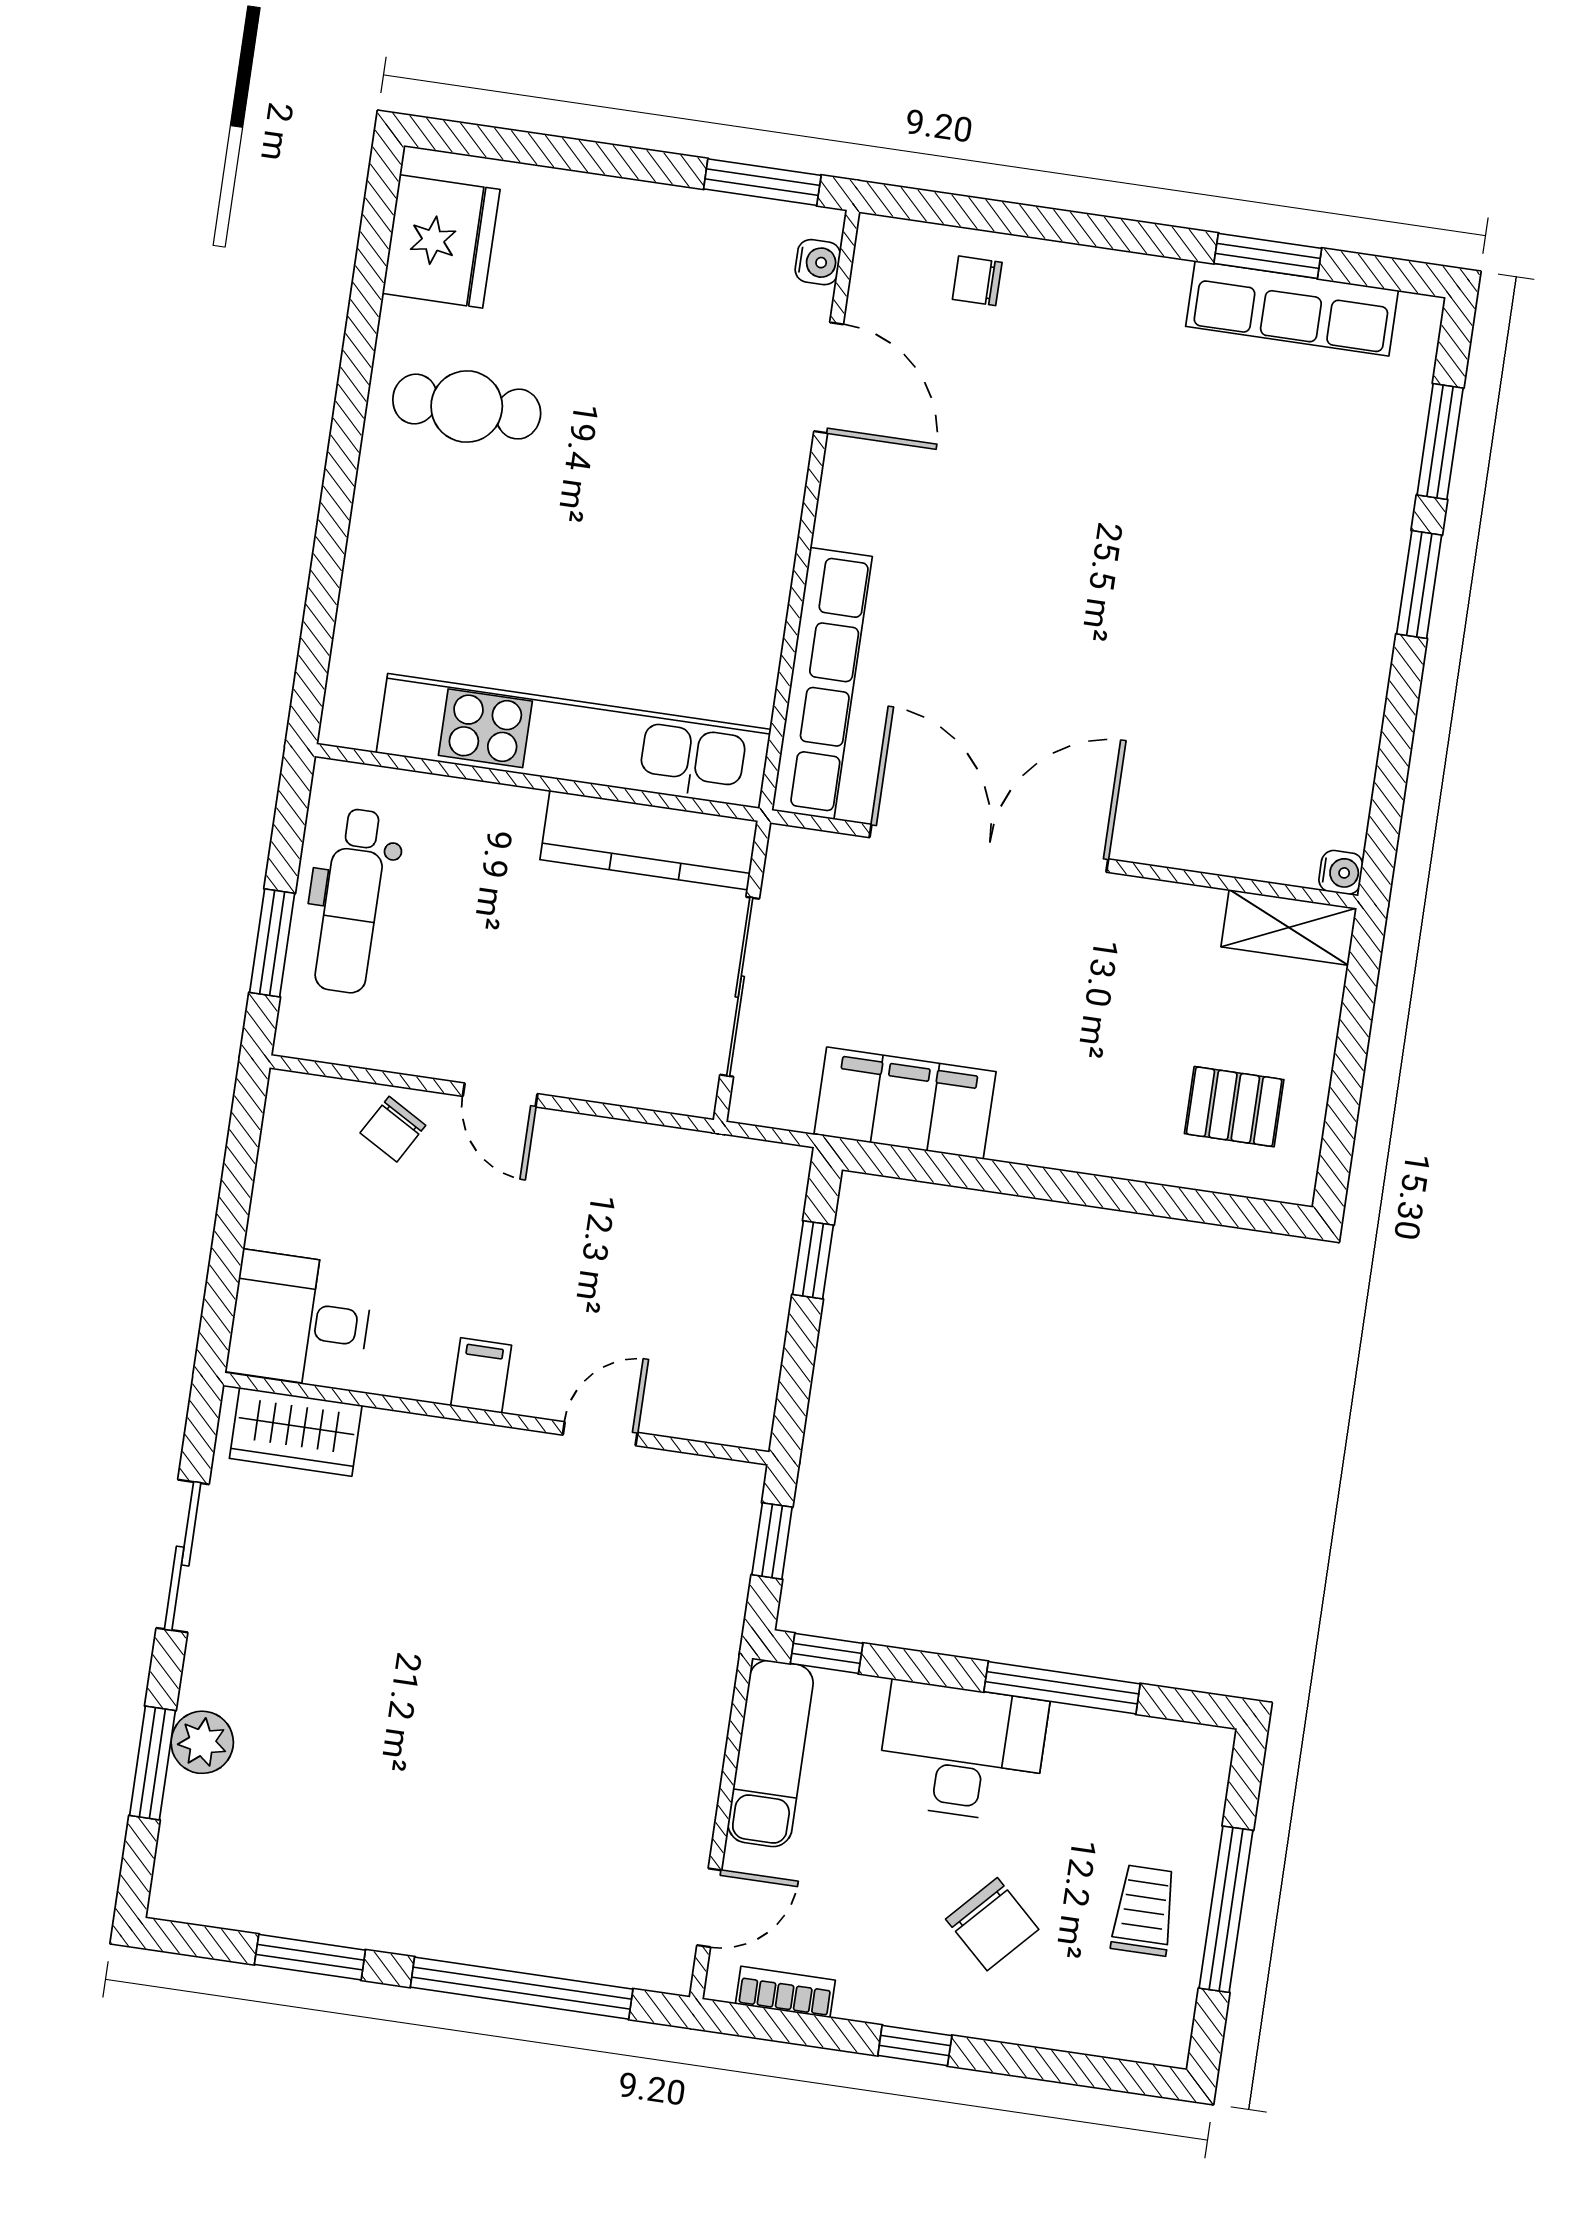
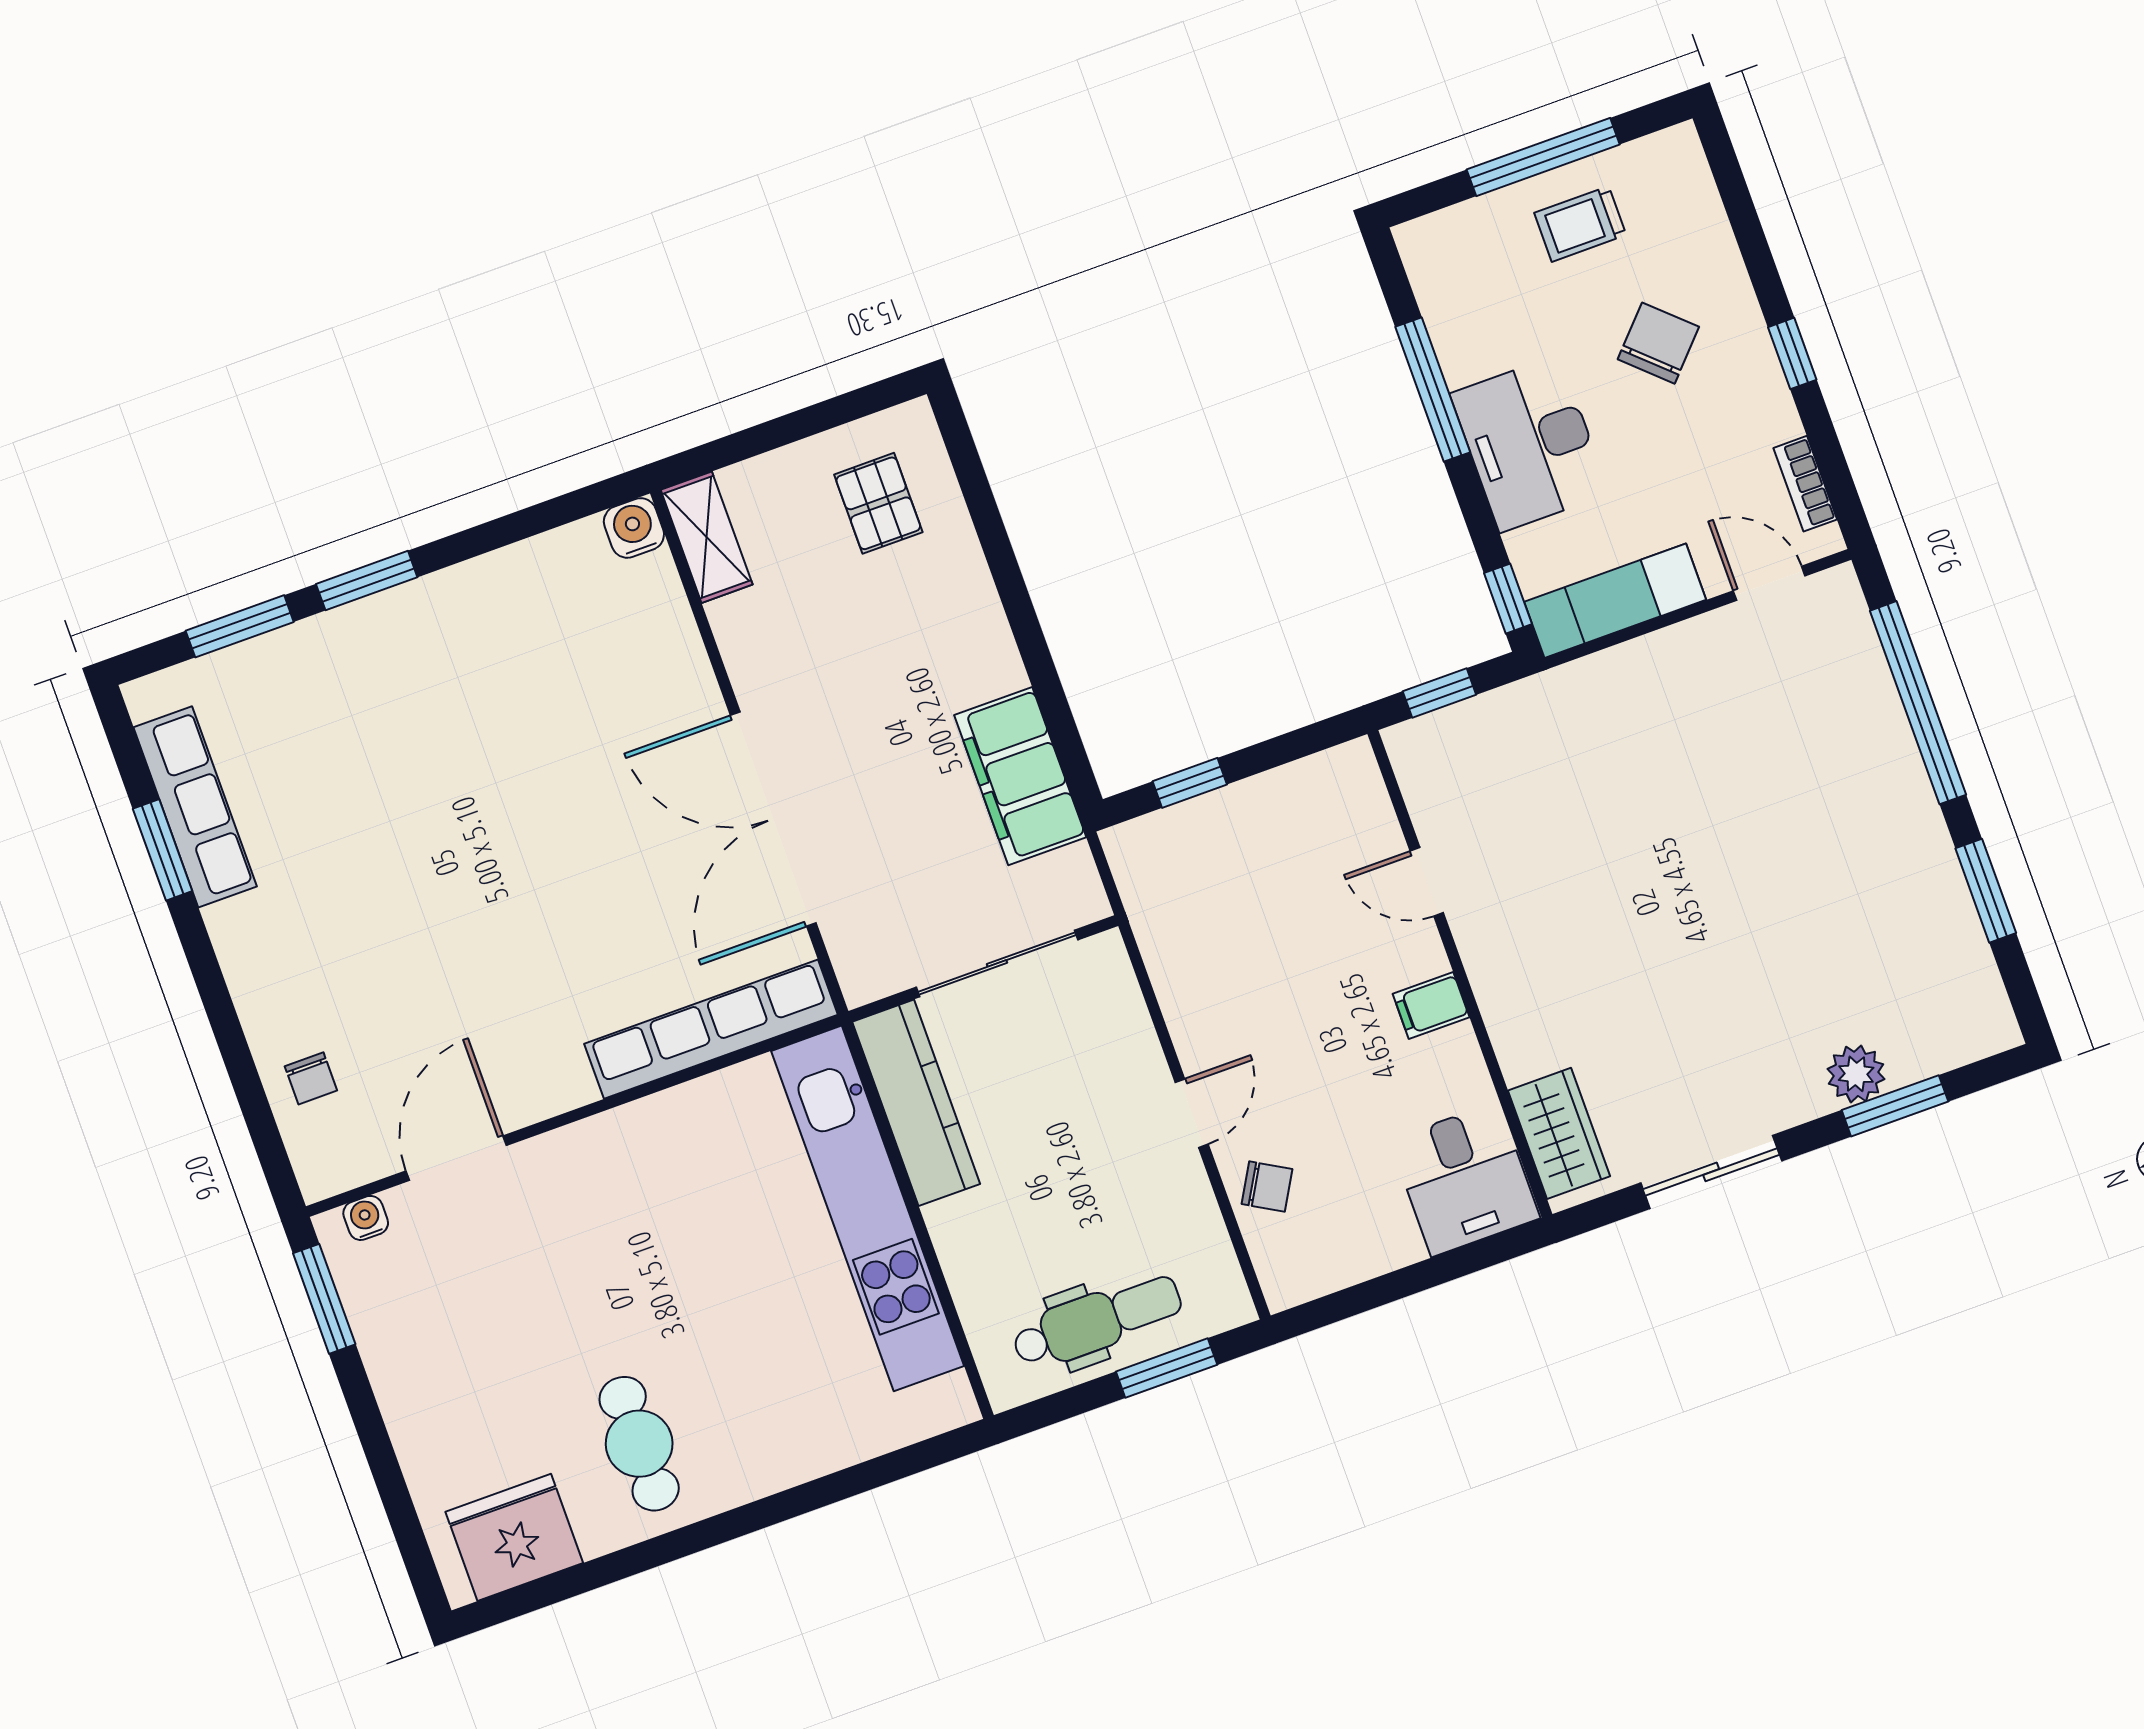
water cooler: (1341, 872) -> (634, 528), width x1.38, depth x1.38

